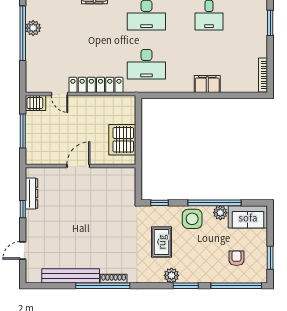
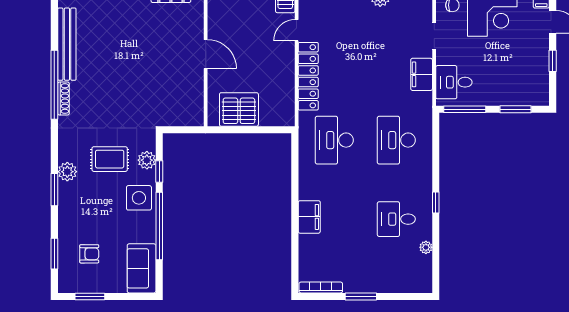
window: (270, 23) -> (361, 296), moved
window: (159, 203) -> (159, 172), moved
plant: (220, 213) -> (147, 160), moved
window: (236, 286) -> (54, 254), width x0.47

